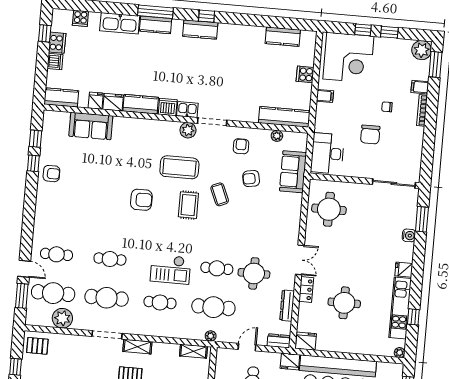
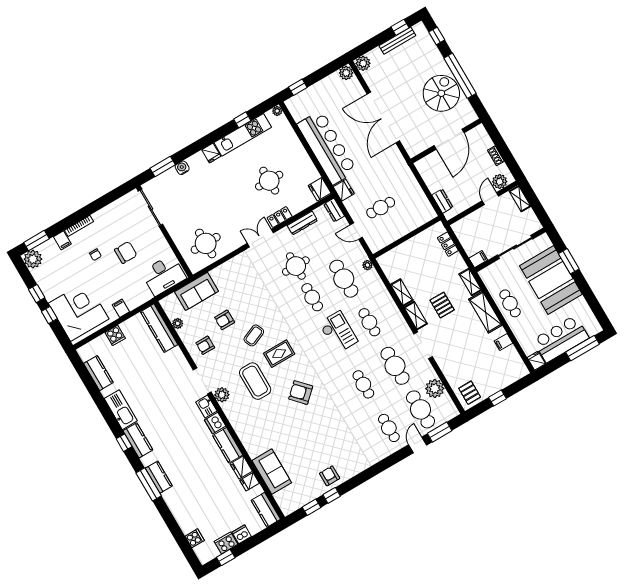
kitchen sink: (120, 23) -> (121, 410), moved
armchair: (251, 179) -> (225, 320), turned 100
armchair: (141, 200) -> (301, 393), turned -43
shelving: (194, 351) -> (402, 292), moved

